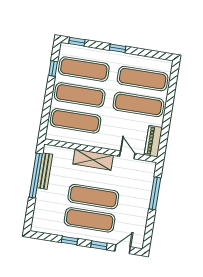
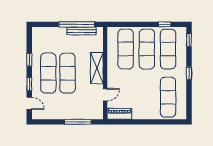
exercise mat: (138, 104) -> (147, 97), removed

